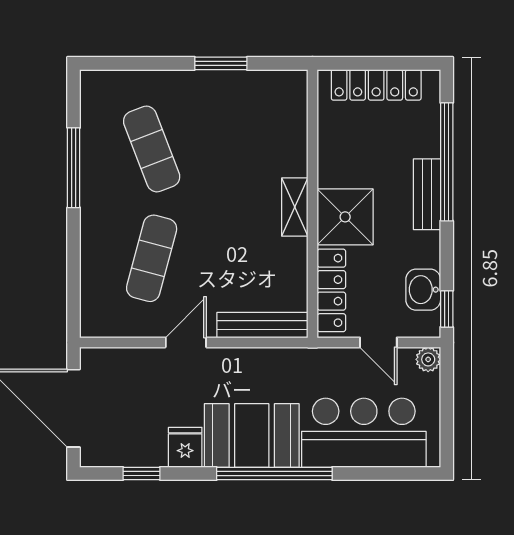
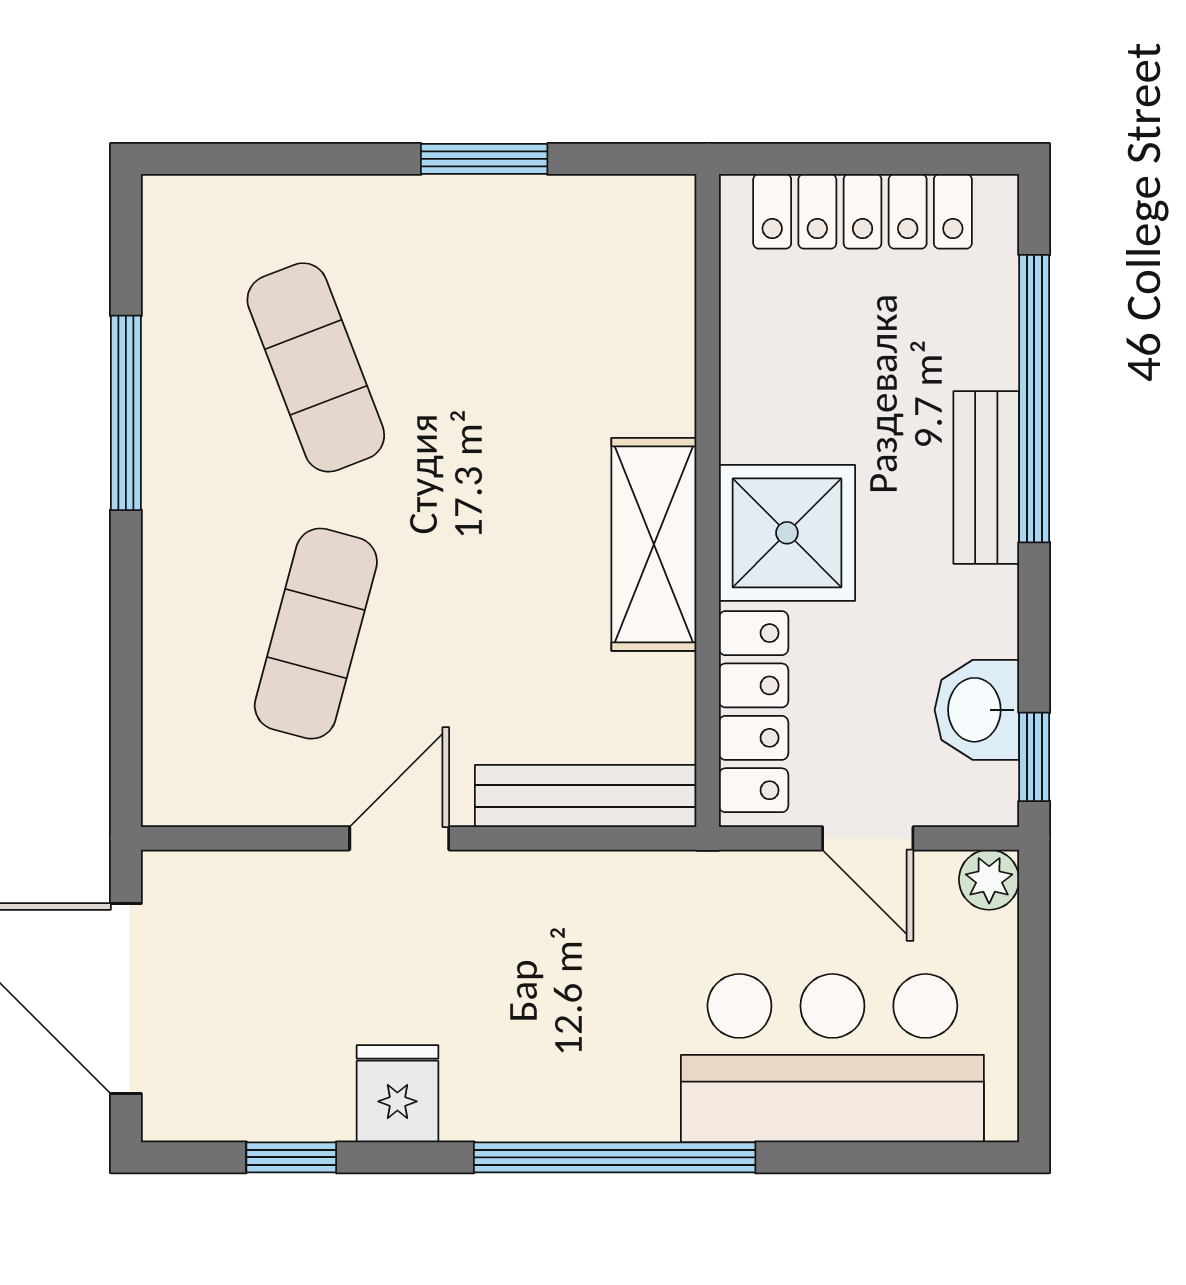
shelving: (295, 207) -> (654, 544), width x1.50, depth x1.33
booth: (252, 436) -> (560, 1065), removed

